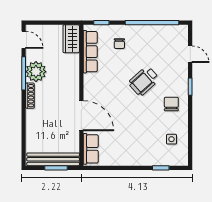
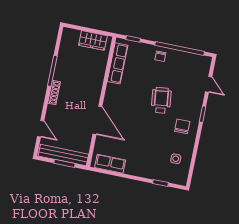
wardrobe: (71, 39) -> (93, 40), moved, turned -90
door: (24, 40) -> (41, 129), moved
chair: (119, 44) -> (160, 56), moved
plant: (36, 72) -> (64, 71), removed
wheelchair: (144, 81) -> (161, 100), turned 125
row of seats: (91, 149) -> (110, 164), moved, turned -90

